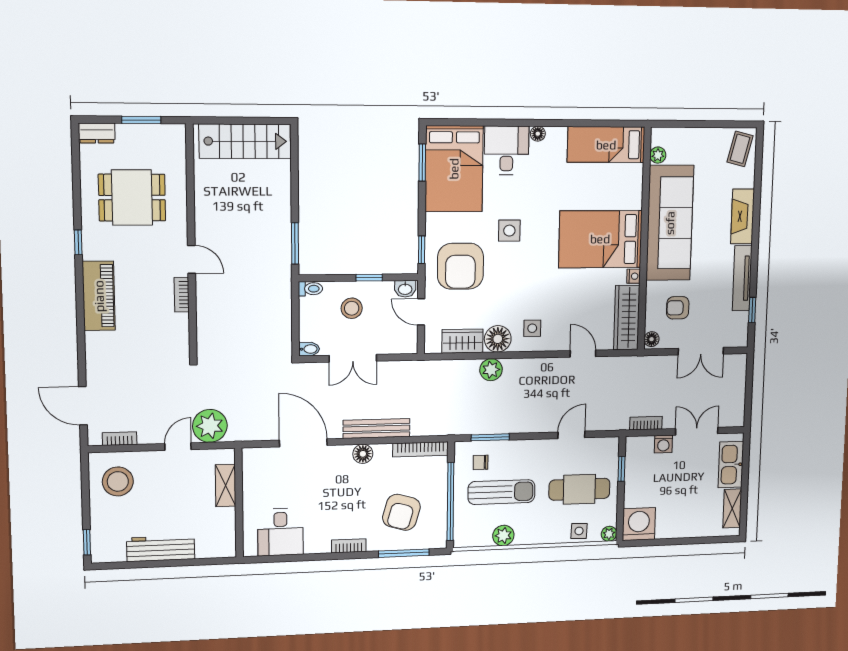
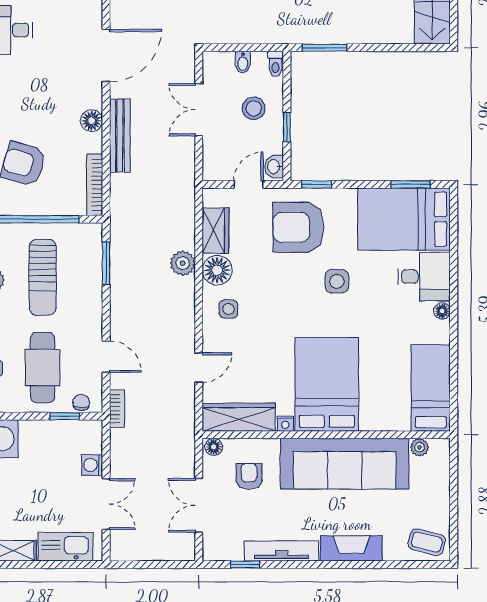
bidet: (309, 349) -> (243, 62), moved
bookcase: (646, 423) -> (117, 409), moved
chair: (481, 462) -> (81, 403), moved

